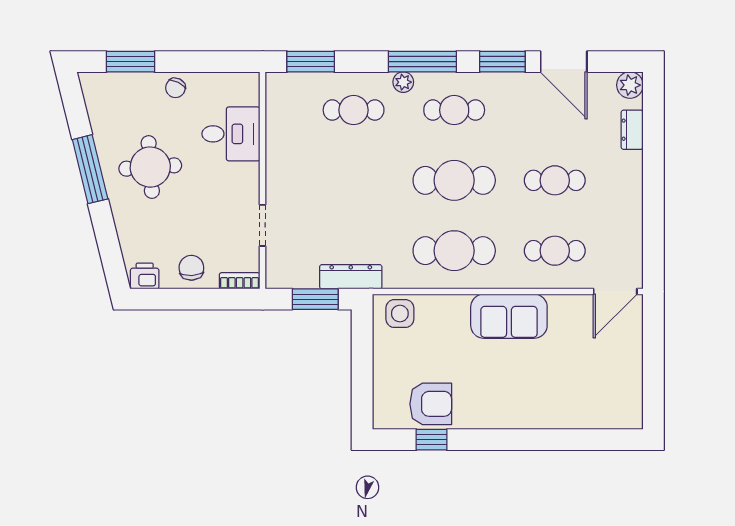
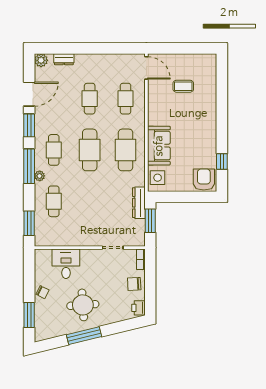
sofa: (509, 316) -> (159, 146), moved
coffee table: (579, 364) -> (183, 86), added
armchair: (431, 404) -> (204, 180), moved

